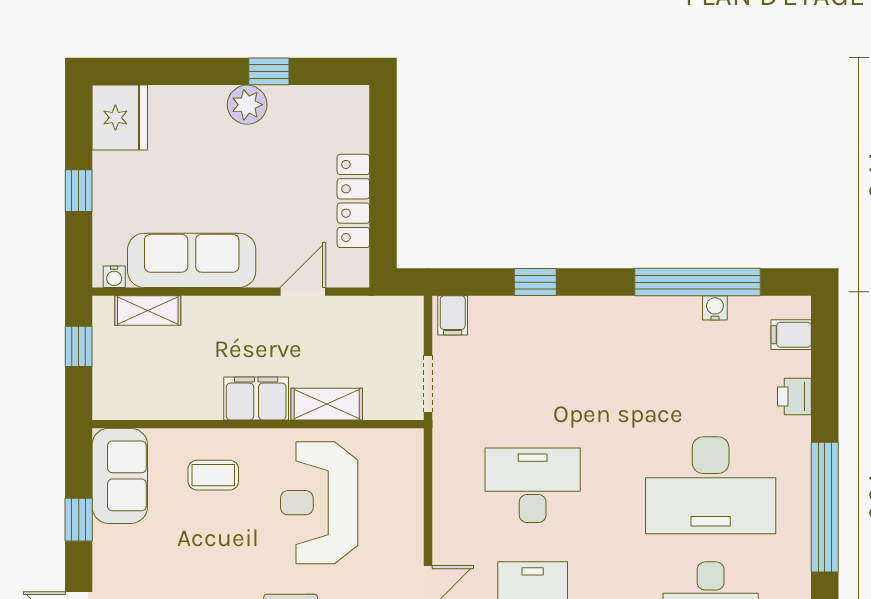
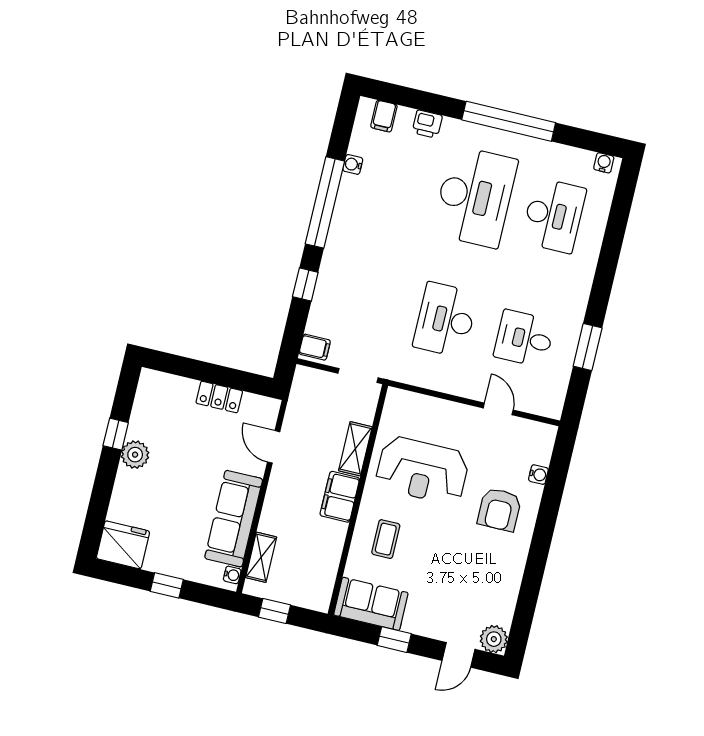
locker: (353, 201) -> (219, 397), width x0.66
window: (697, 282) -> (325, 202), moved

